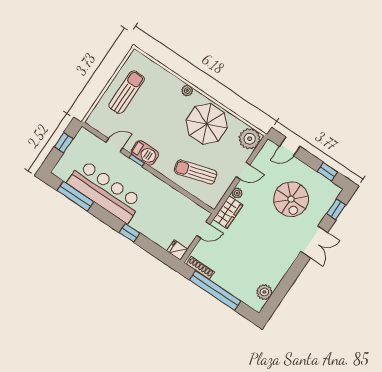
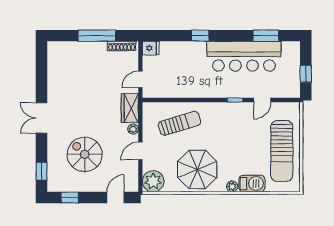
sun lounger: (127, 92) -> (282, 151), width x1.36, depth x1.34
barbecue: (145, 153) -> (252, 183), moved, turned 180
window: (75, 196) -> (266, 36), width x0.69
double door: (314, 242) -> (41, 118), moved
window: (215, 290) -> (97, 36), width x0.68
plant: (264, 292) -> (55, 62), removed

